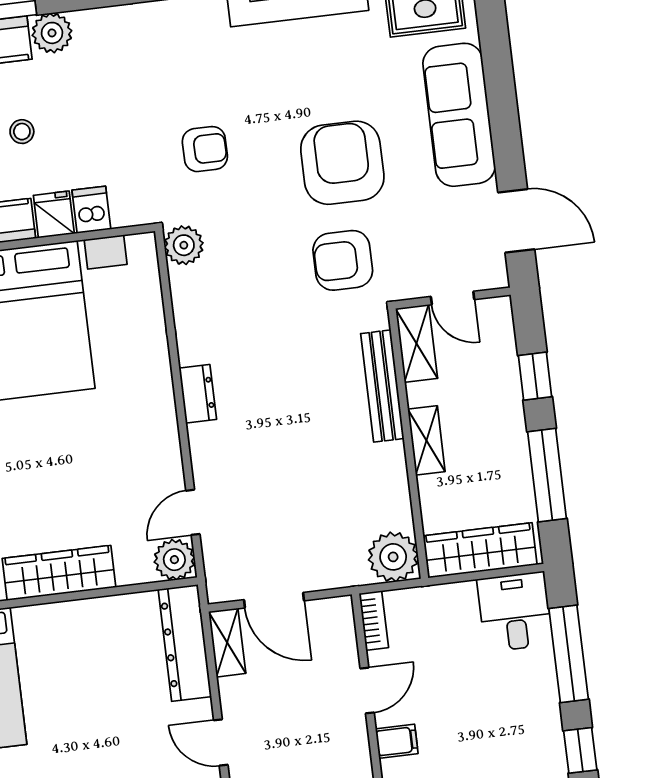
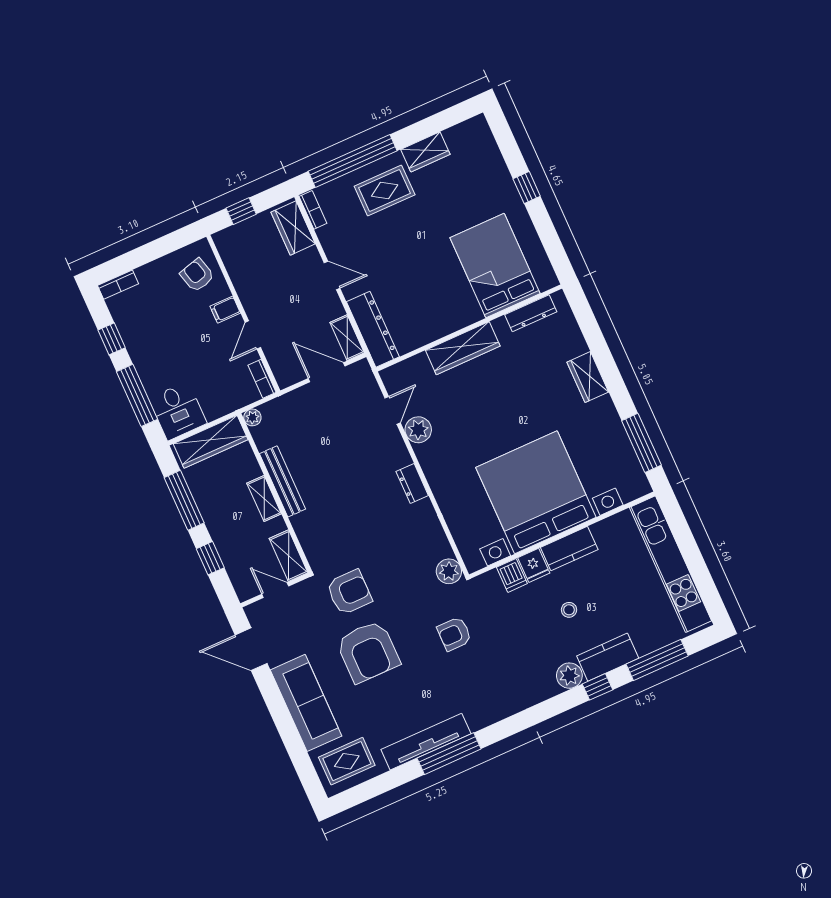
bench: (382, 386) -> (282, 481), moved
plant: (393, 557) -> (252, 417), width x0.53, depth x0.53
plant: (174, 560) -> (418, 430), moved

